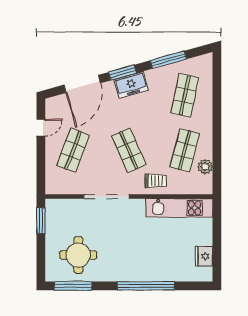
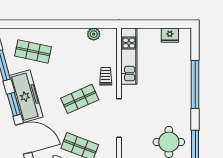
freezer: (131, 85) -> (26, 96), width x1.91, depth x1.26
shop shelf: (185, 150) -> (80, 51), removed

